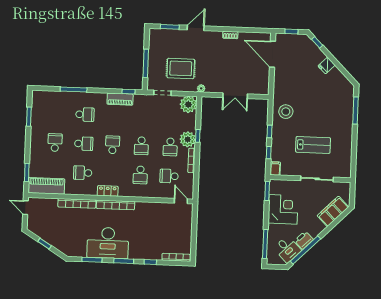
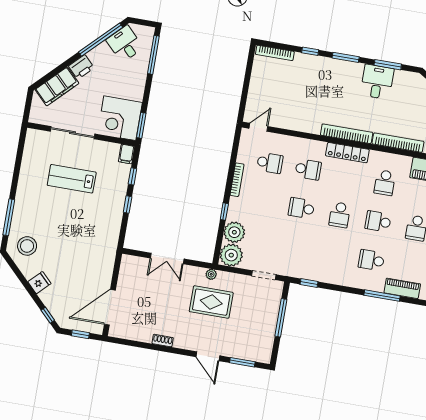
door: (196, 28) -> (208, 356), hinge flipped
door: (272, 54) -> (110, 307), swing flipped
rug: (181, 68) -> (211, 302), moved
double door: (235, 96) -> (167, 258), swing flipped
piano: (120, 99) -> (402, 288), moved
stool: (286, 112) -> (27, 246), moved
plant: (188, 139) -> (234, 232), moved
school desk: (141, 146) -> (301, 208), turned -90
school desk: (170, 147) -> (263, 202), removed
school desk: (83, 173) -> (385, 183), turned 90
school desk: (140, 175) -> (308, 169), turned 90
locker: (108, 191) -> (347, 153), width x1.53
door: (181, 201) -> (258, 127), swing flipped
corner desk: (283, 209) -> (120, 118), moved
printer: (304, 240) -> (81, 67), moved
desk: (108, 243) -> (377, 82), width x0.53, depth x0.77

